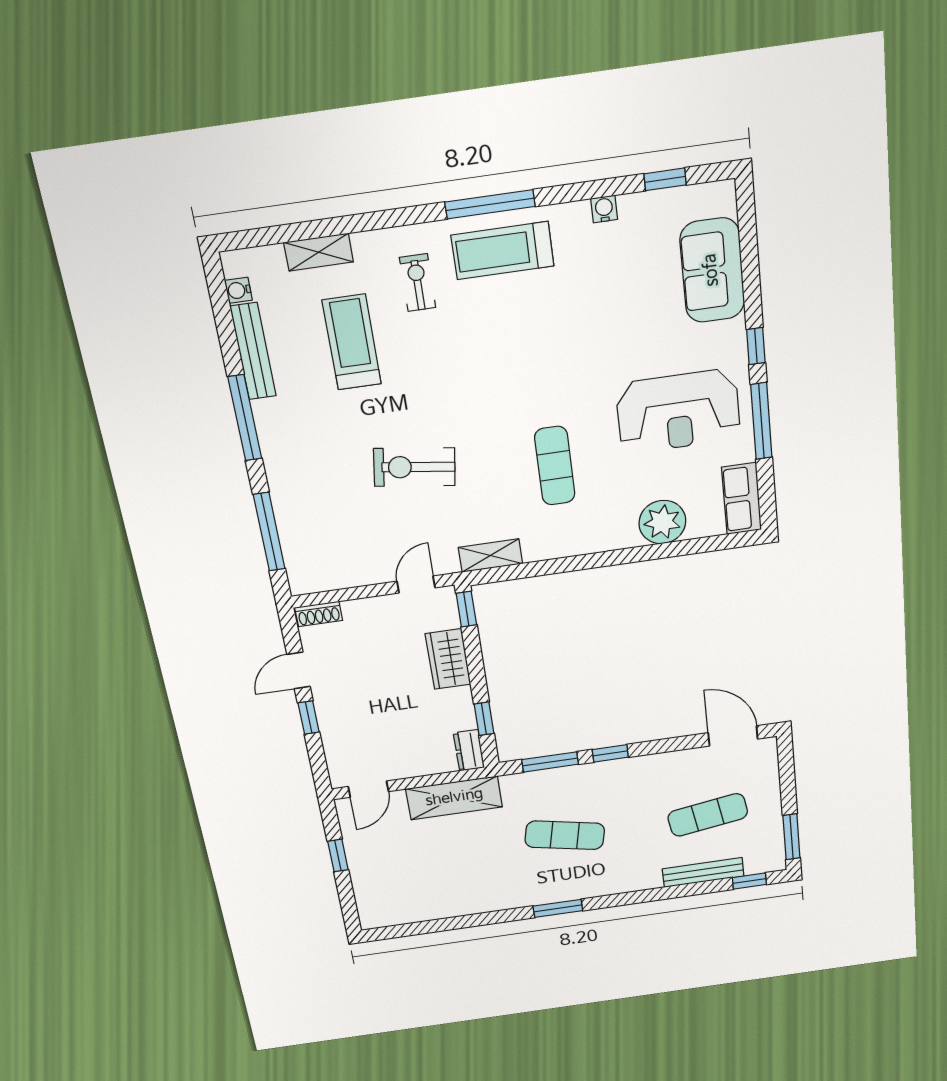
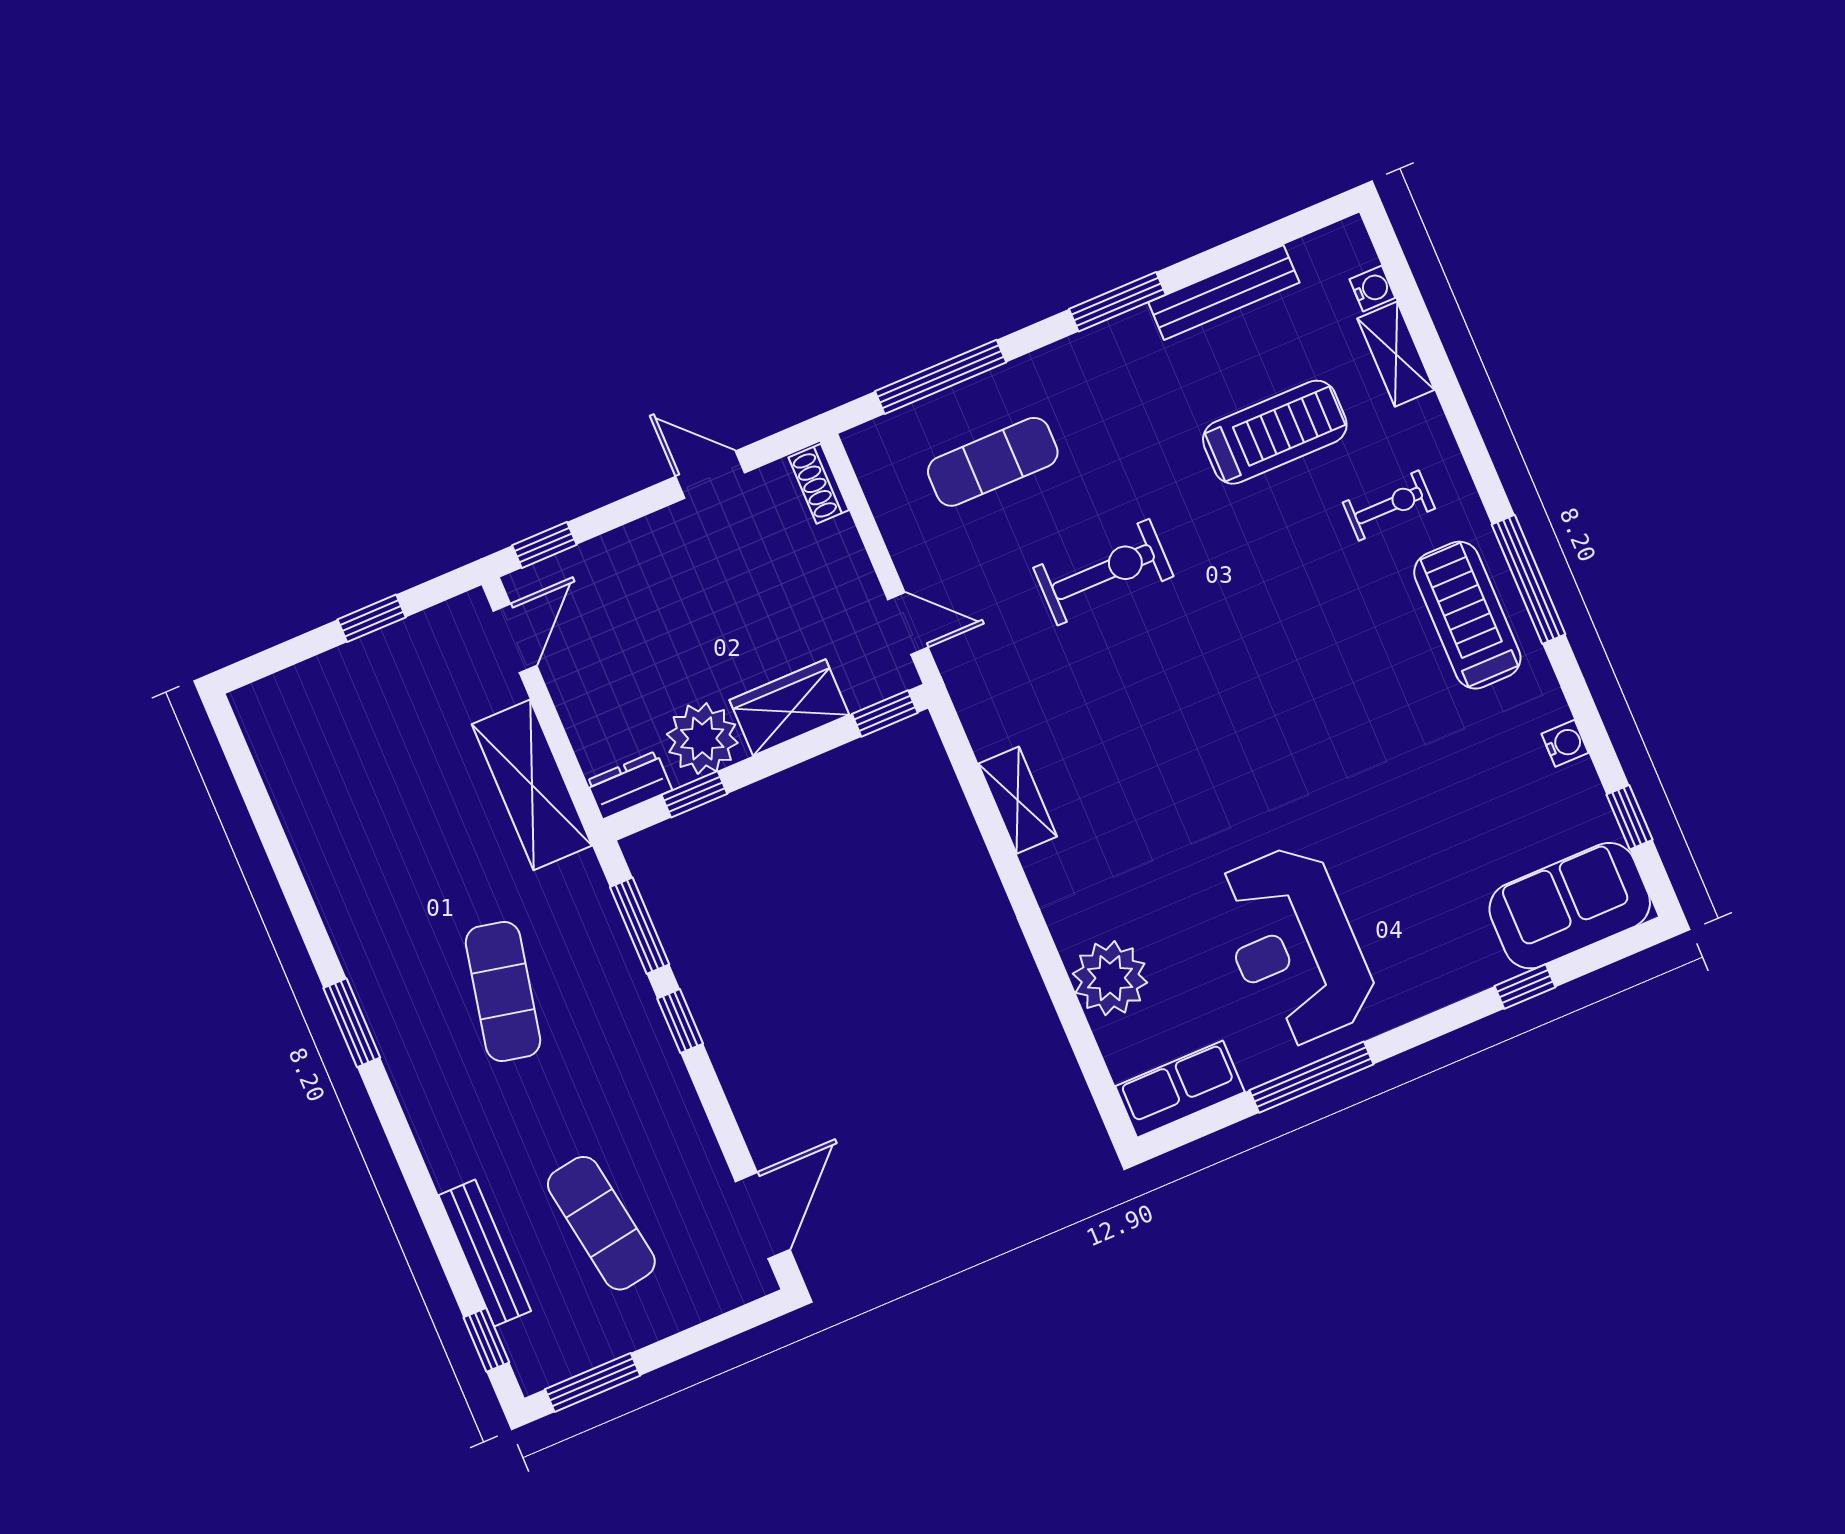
sofa: (712, 270) -> (1570, 906), moved
water cooler: (238, 290) -> (1372, 288), moved, turned 90
window: (756, 346) -> (1525, 987), moved
window: (245, 418) -> (1117, 302), width x0.69
exercise mat: (555, 466) -> (993, 462), moved
exercise bike: (414, 467) -> (1103, 572), turned 82
shelving: (490, 556) -> (1018, 800), moved
plant: (453, 708) -> (702, 738), added
window: (309, 718) -> (544, 545), moved
door: (368, 789) -> (515, 638), swing flipped

